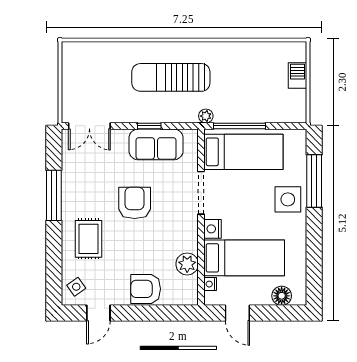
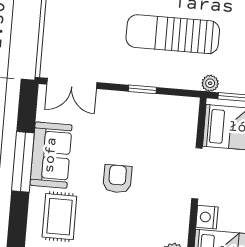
sofa: (156, 144) -> (51, 155), moved, turned -90
armchair: (135, 203) -> (117, 179), width x0.72, depth x0.72

